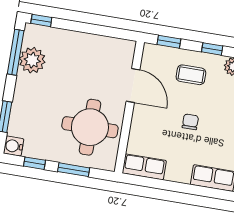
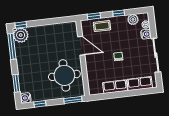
plant: (32, 60) -> (21, 35), moved
coffee table: (191, 75) -> (102, 26), moved
row of seats: (144, 167) -> (115, 87), moved
window: (74, 170) -> (73, 100), moved

